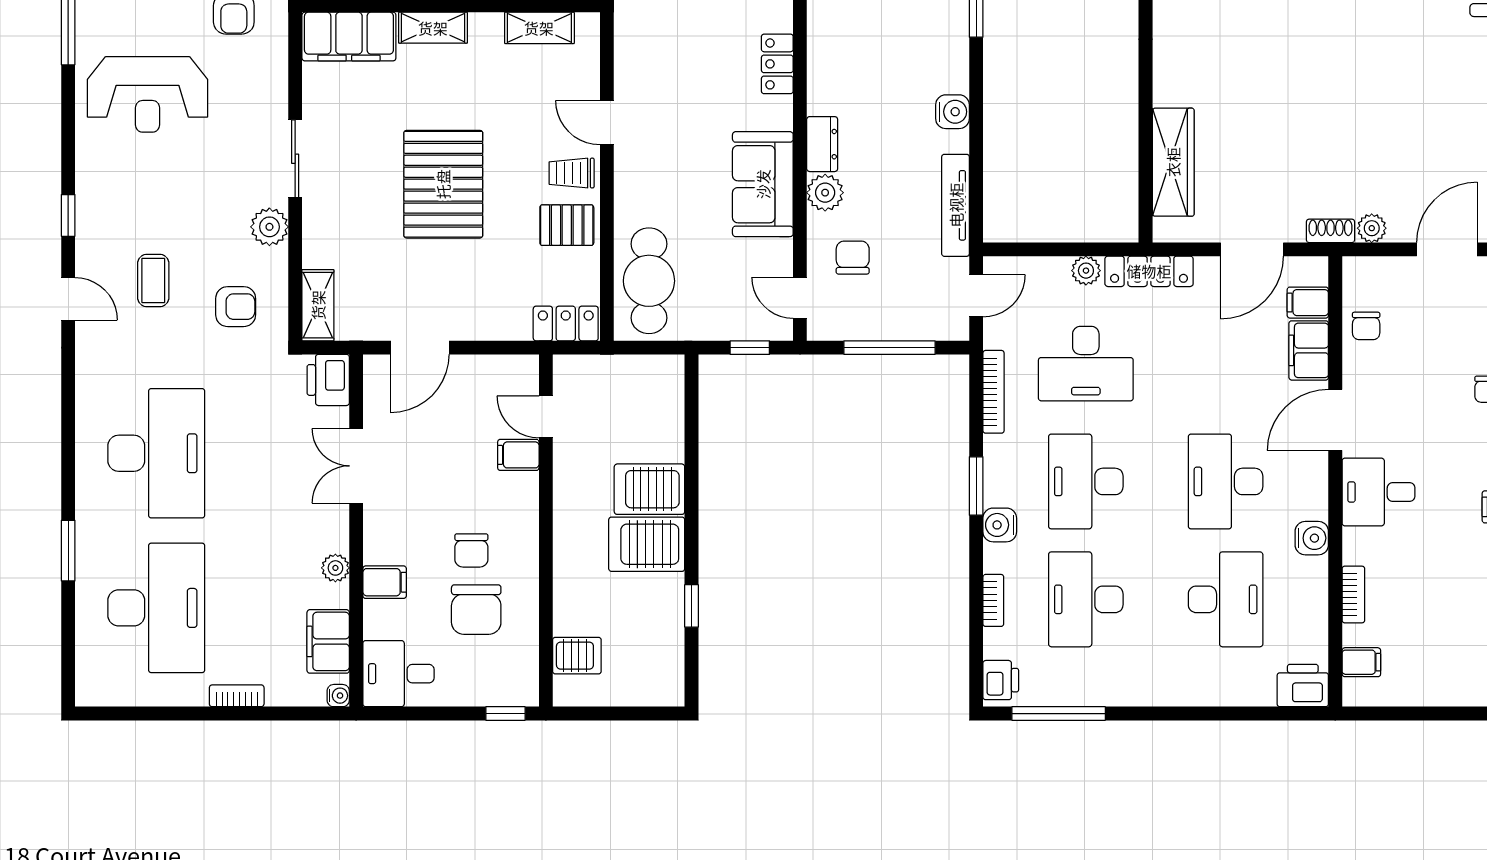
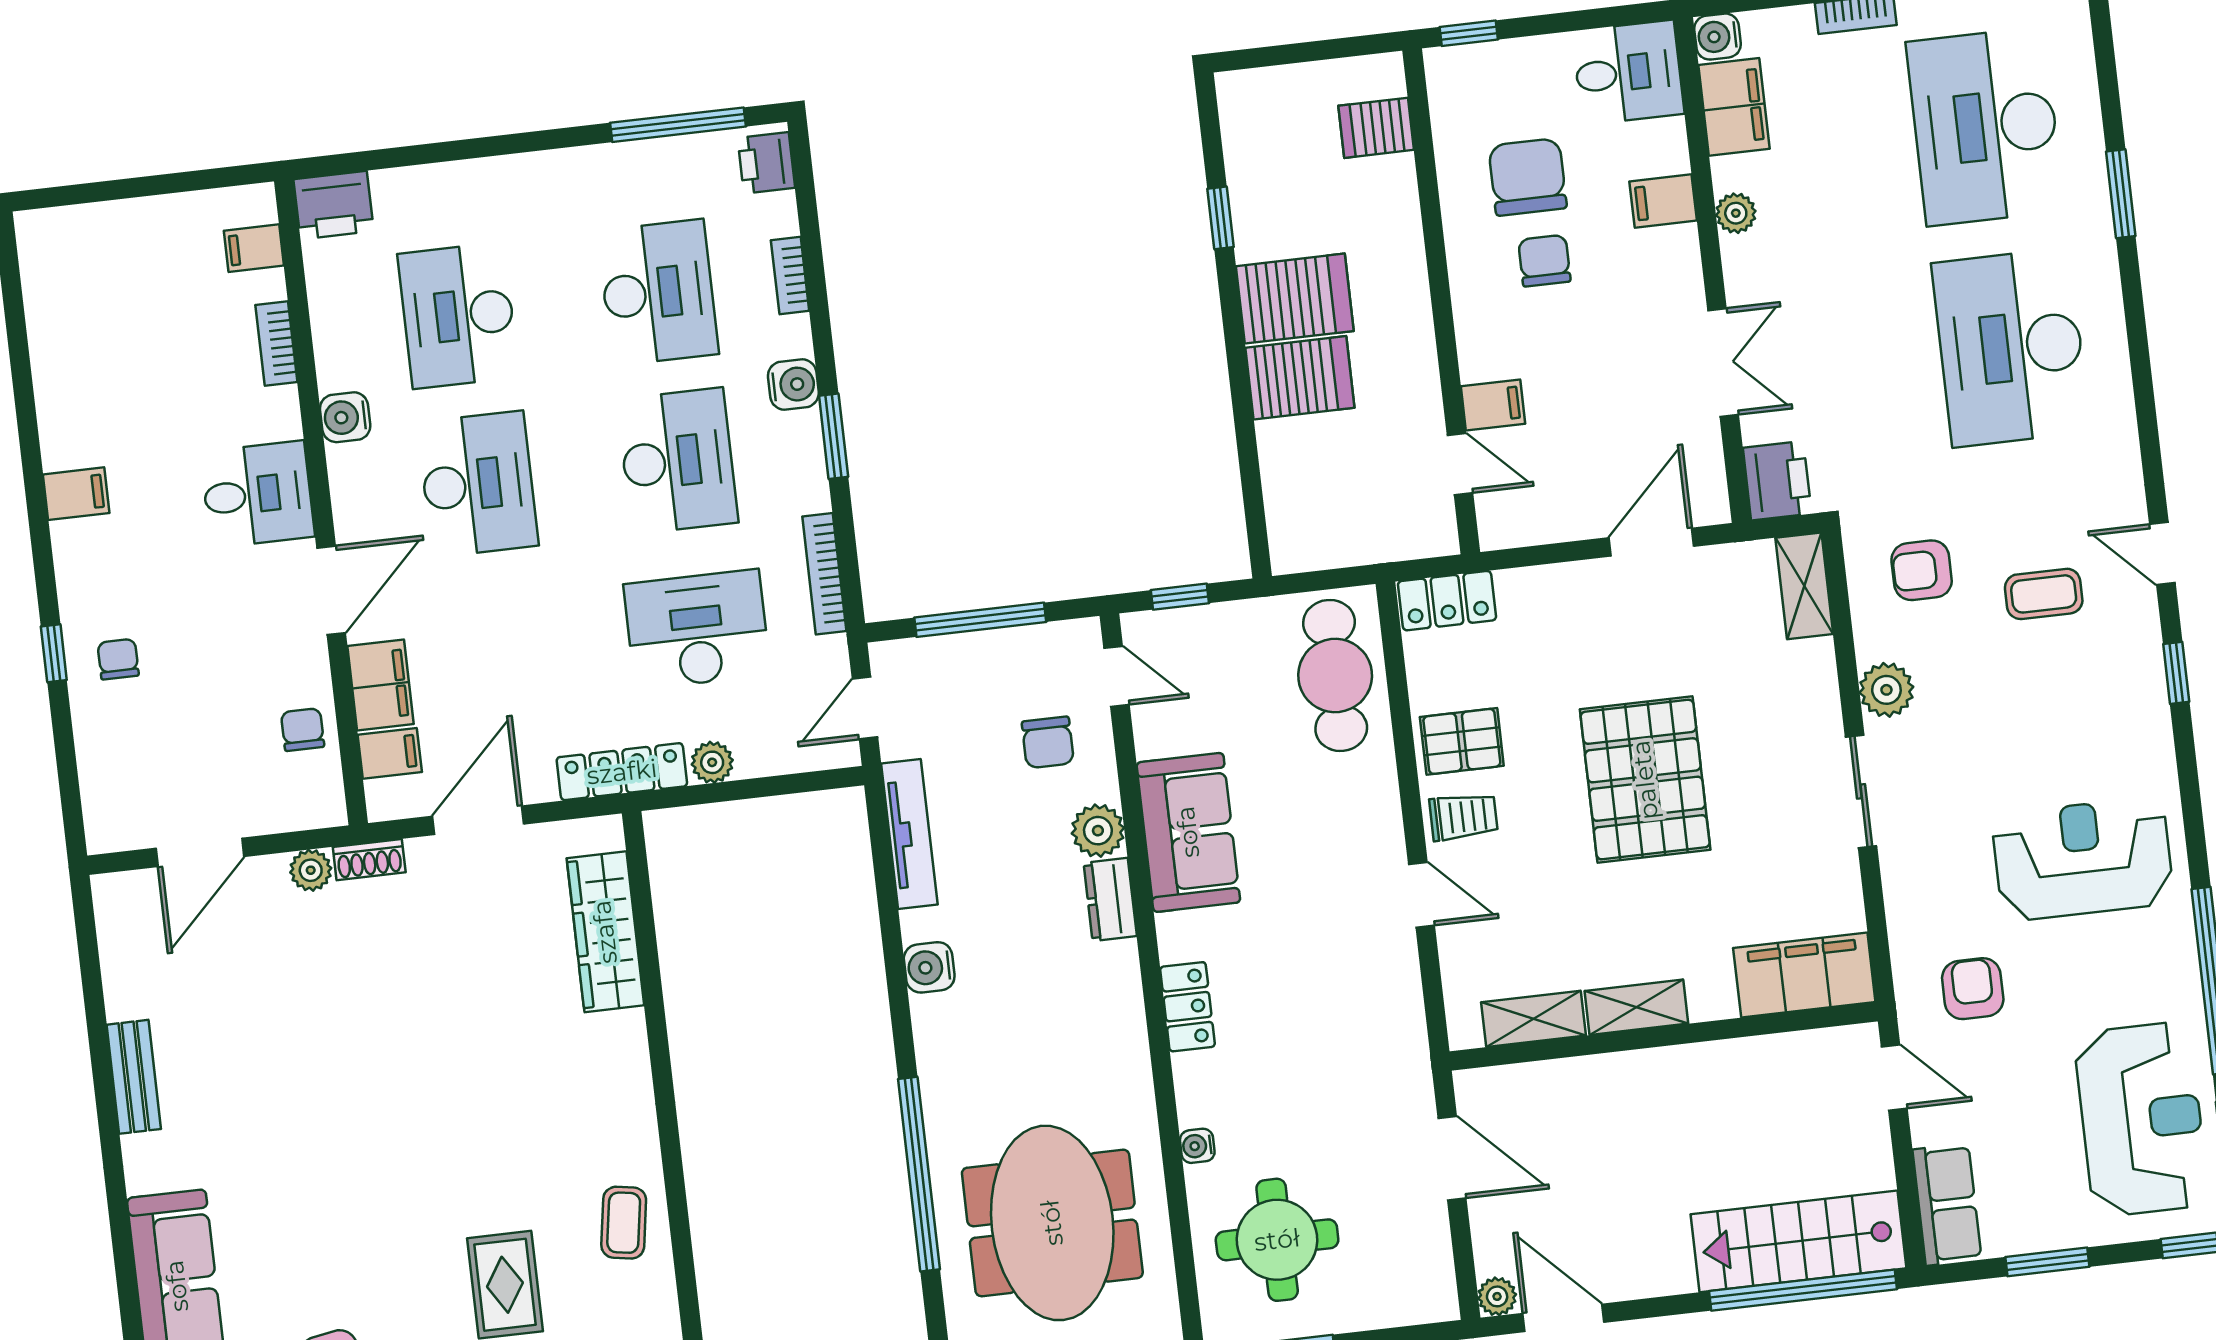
shelving: (433, 28) -> (1636, 1007), moved
coffee table: (153, 280) -> (2044, 594), turned 90
water cooler: (338, 696) -> (1718, 37), width x1.38, depth x1.38

